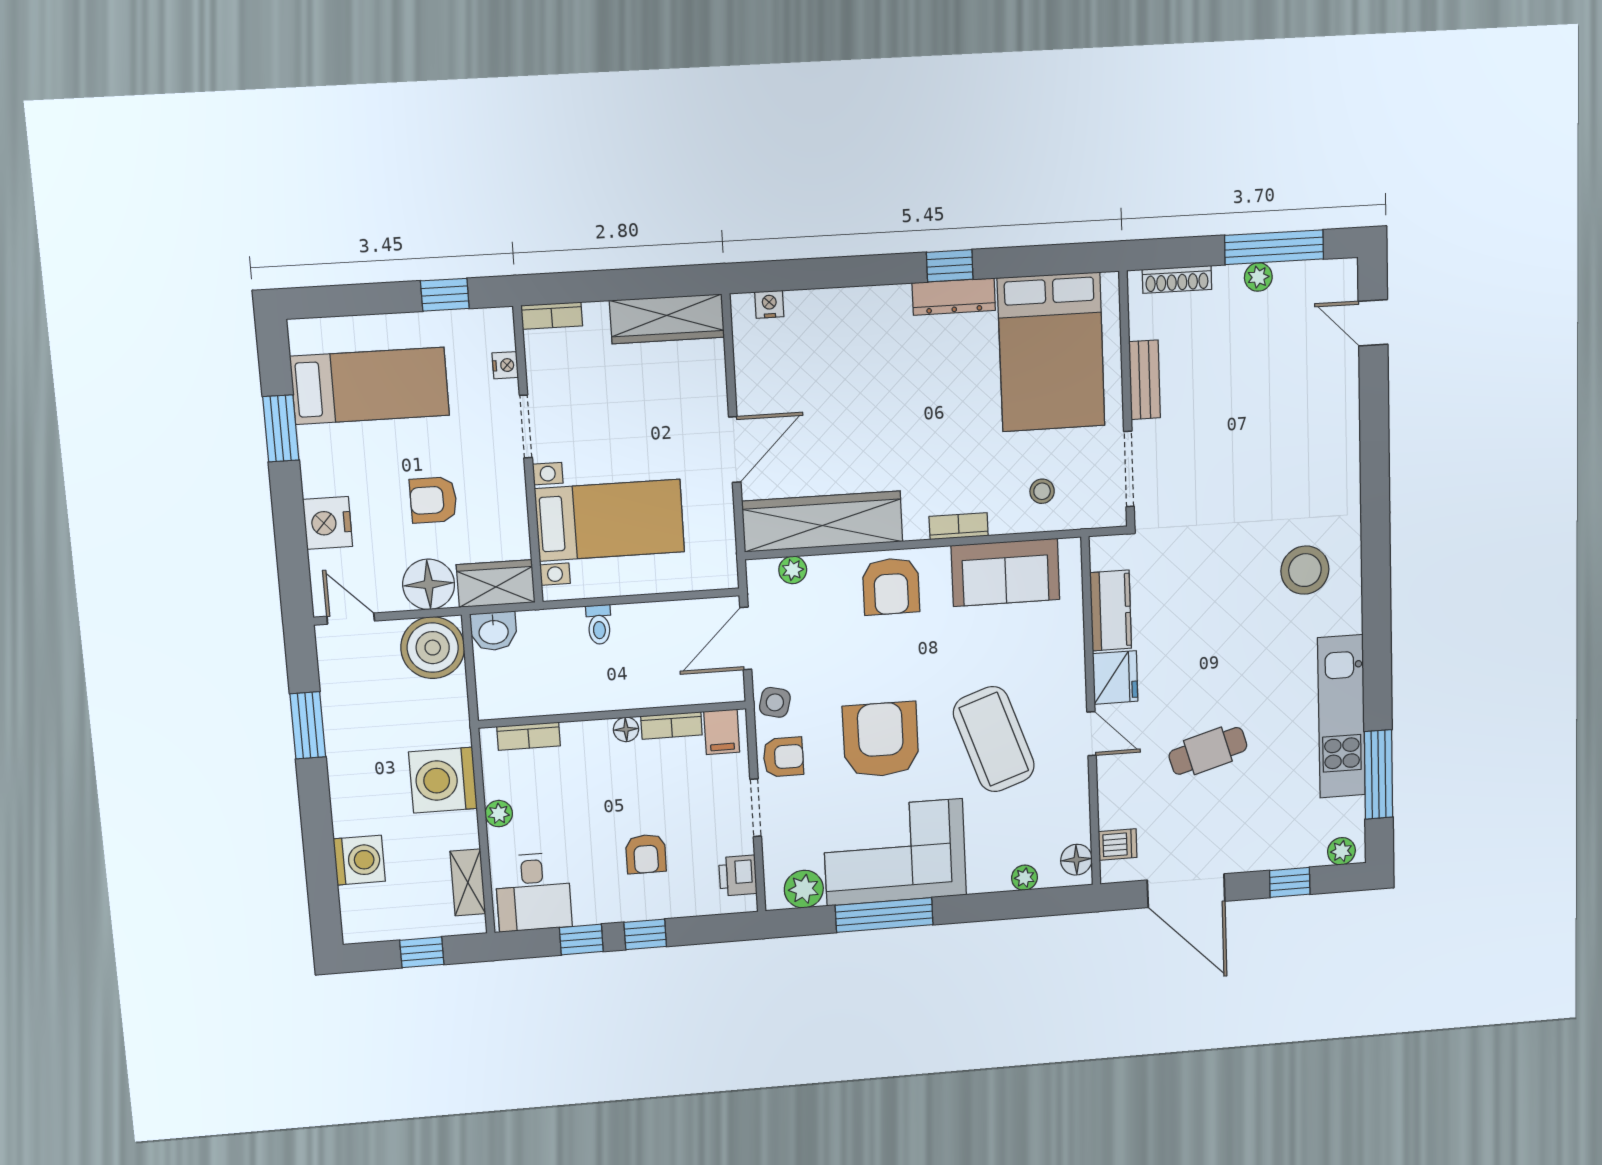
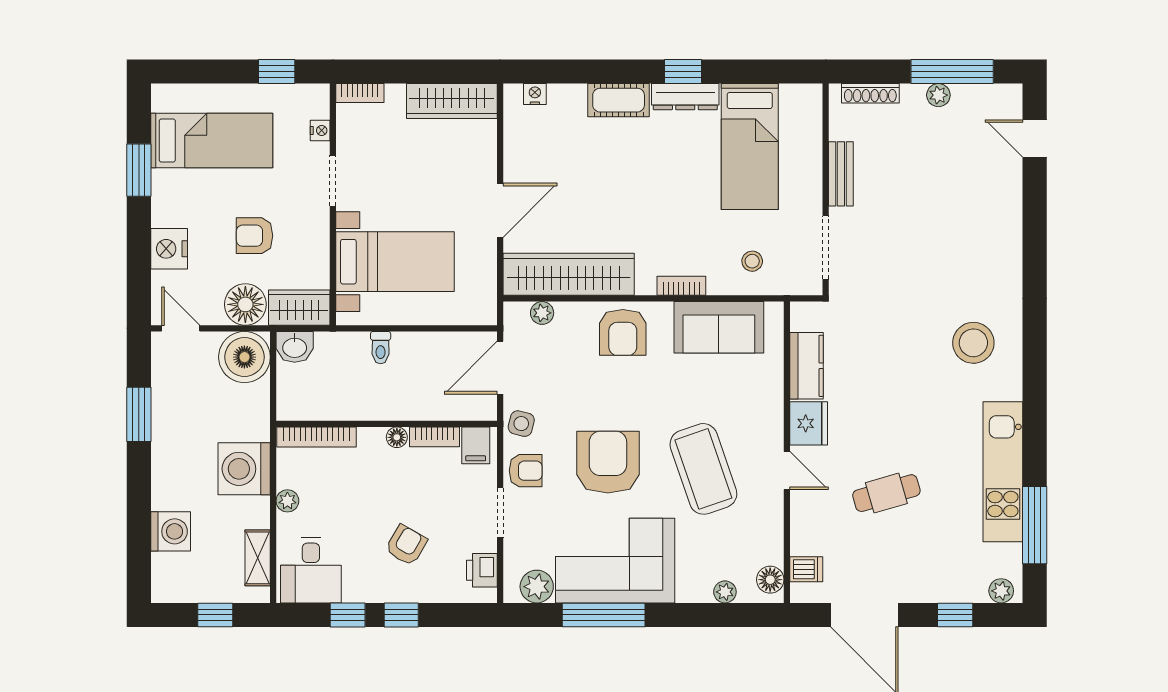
cot: (872, 306) -> (619, 100), added
bed: (1051, 352) -> (750, 146), width x0.67
bookcase: (528, 736) -> (316, 437), width x1.56
armchair: (646, 854) -> (406, 545), turned -150

